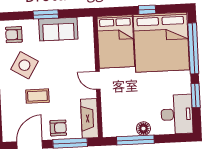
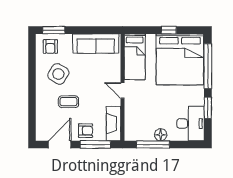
window: (46, 14) -> (54, 30), moved
sofa: (58, 29) -> (96, 44), width x1.36
armchair: (14, 35) -> (50, 47), turned -90
bed: (116, 41) -> (135, 57), width x0.67

